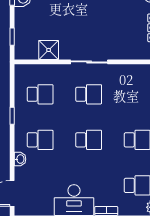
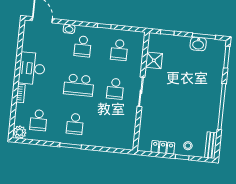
school desk: (89, 140) -> (79, 85), width x1.85

